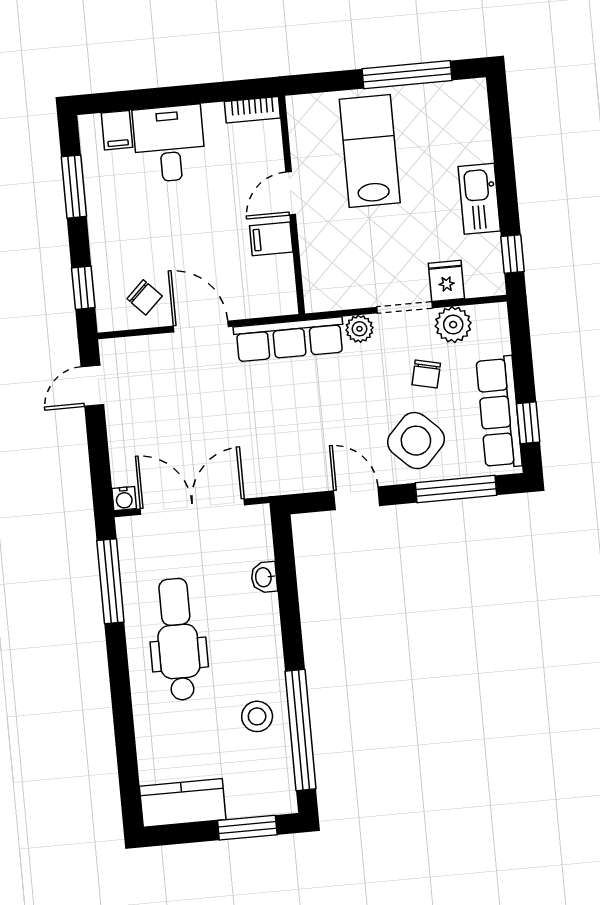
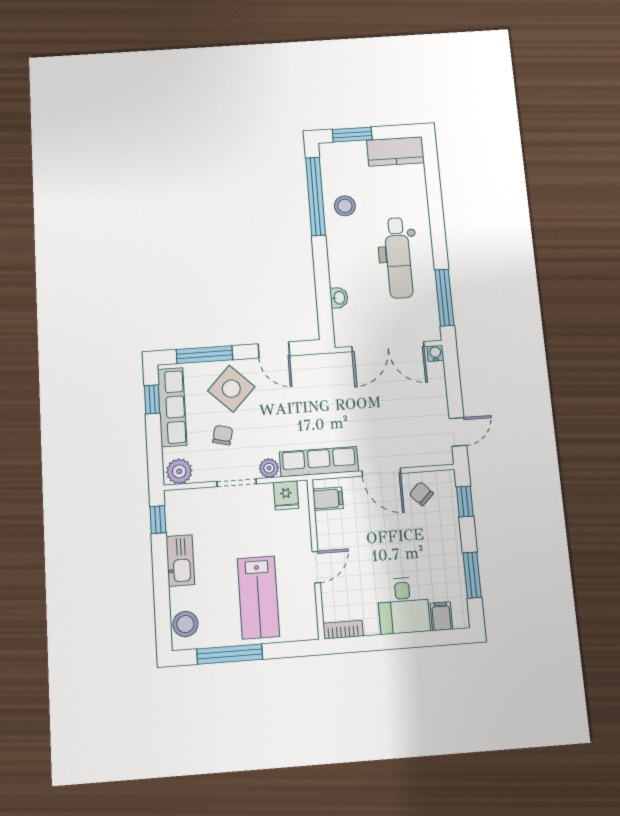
stool: (469, 113) -> (185, 624), added
filing cabinet: (271, 239) -> (328, 499), moved
fridge: (446, 281) -> (286, 495), moved
plant: (453, 325) -> (179, 471), moved

